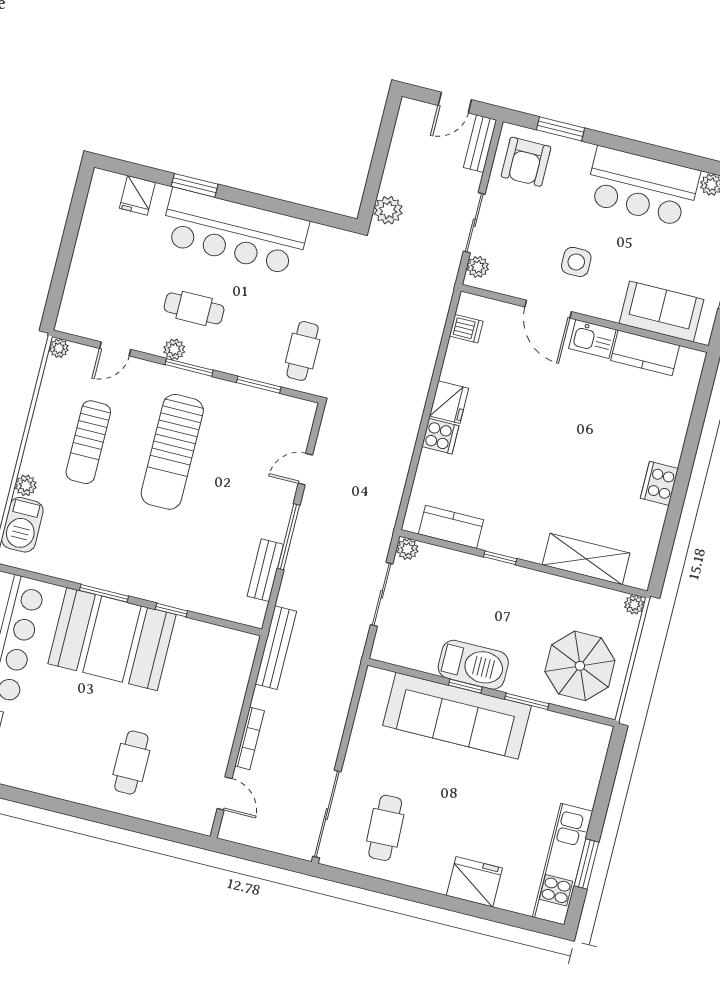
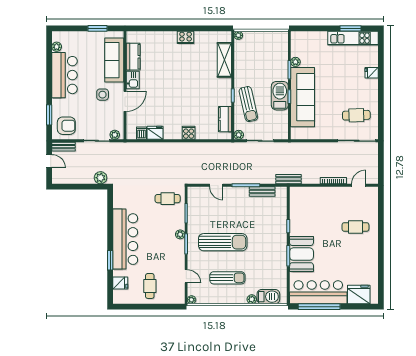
cafe table: (194, 308) -> (150, 286), moved
sofa: (661, 311) -> (114, 60), width x1.36
plant: (174, 349) -> (180, 234), moved
fridge: (449, 402) -> (155, 133), moved
sun lounger: (472, 589) -> (248, 104), added
booth: (112, 639) -> (301, 254), width x0.73, depth x0.70
bench: (276, 648) -> (288, 179), width x0.73
parasol: (580, 666) -> (269, 51), removed
plant: (541, 719) -> (295, 62), added
fridge: (474, 882) -> (372, 73), width x0.53, depth x0.75

